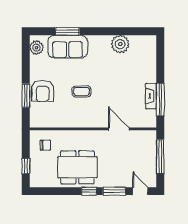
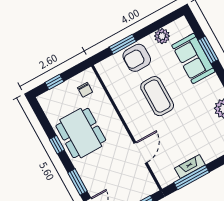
plant: (36, 48) -> (162, 36), moved
coffee table: (81, 91) -> (157, 96), width x1.86, depth x1.72
window: (89, 191) -> (57, 145), moved

